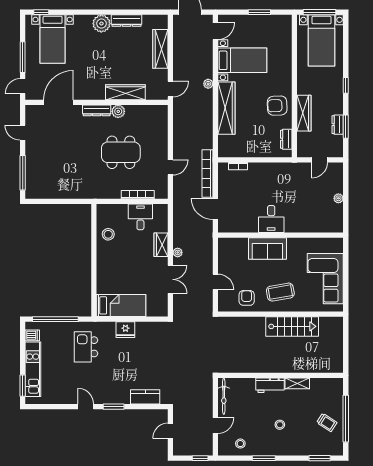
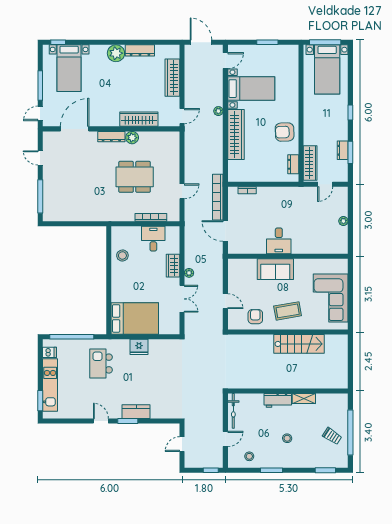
wardrobe: (304, 113) -> (310, 163), moved
bed: (121, 305) -> (135, 318), width x1.50
kitchen counter: (145, 397) -> (136, 412), moved

